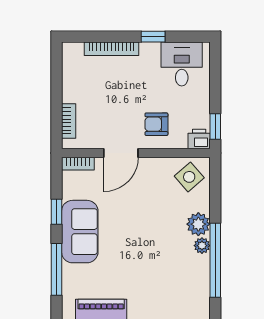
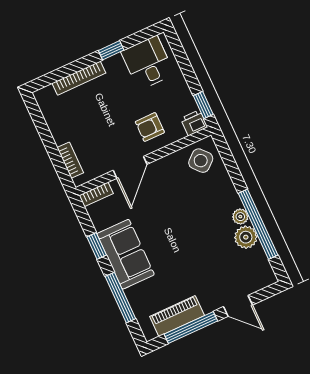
plant: (198, 224) -> (246, 237), moved

